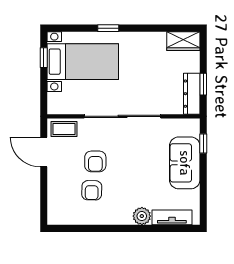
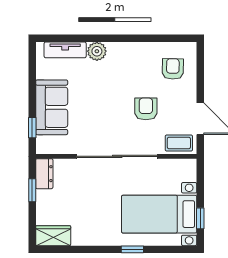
dresser: (192, 94) -> (44, 174), width x0.70
armchair: (92, 190) -> (173, 69), moved

